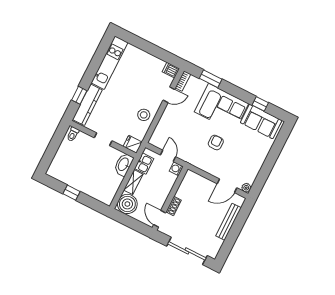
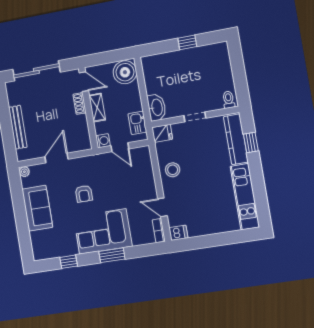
window: (211, 79) -> (112, 255), moved
door: (169, 95) -> (162, 207), hinge flipped
sofa: (261, 121) -> (37, 208), moved, turned 90
shelving: (133, 182) -> (97, 108), moved
door: (227, 186) -> (56, 158), moved

